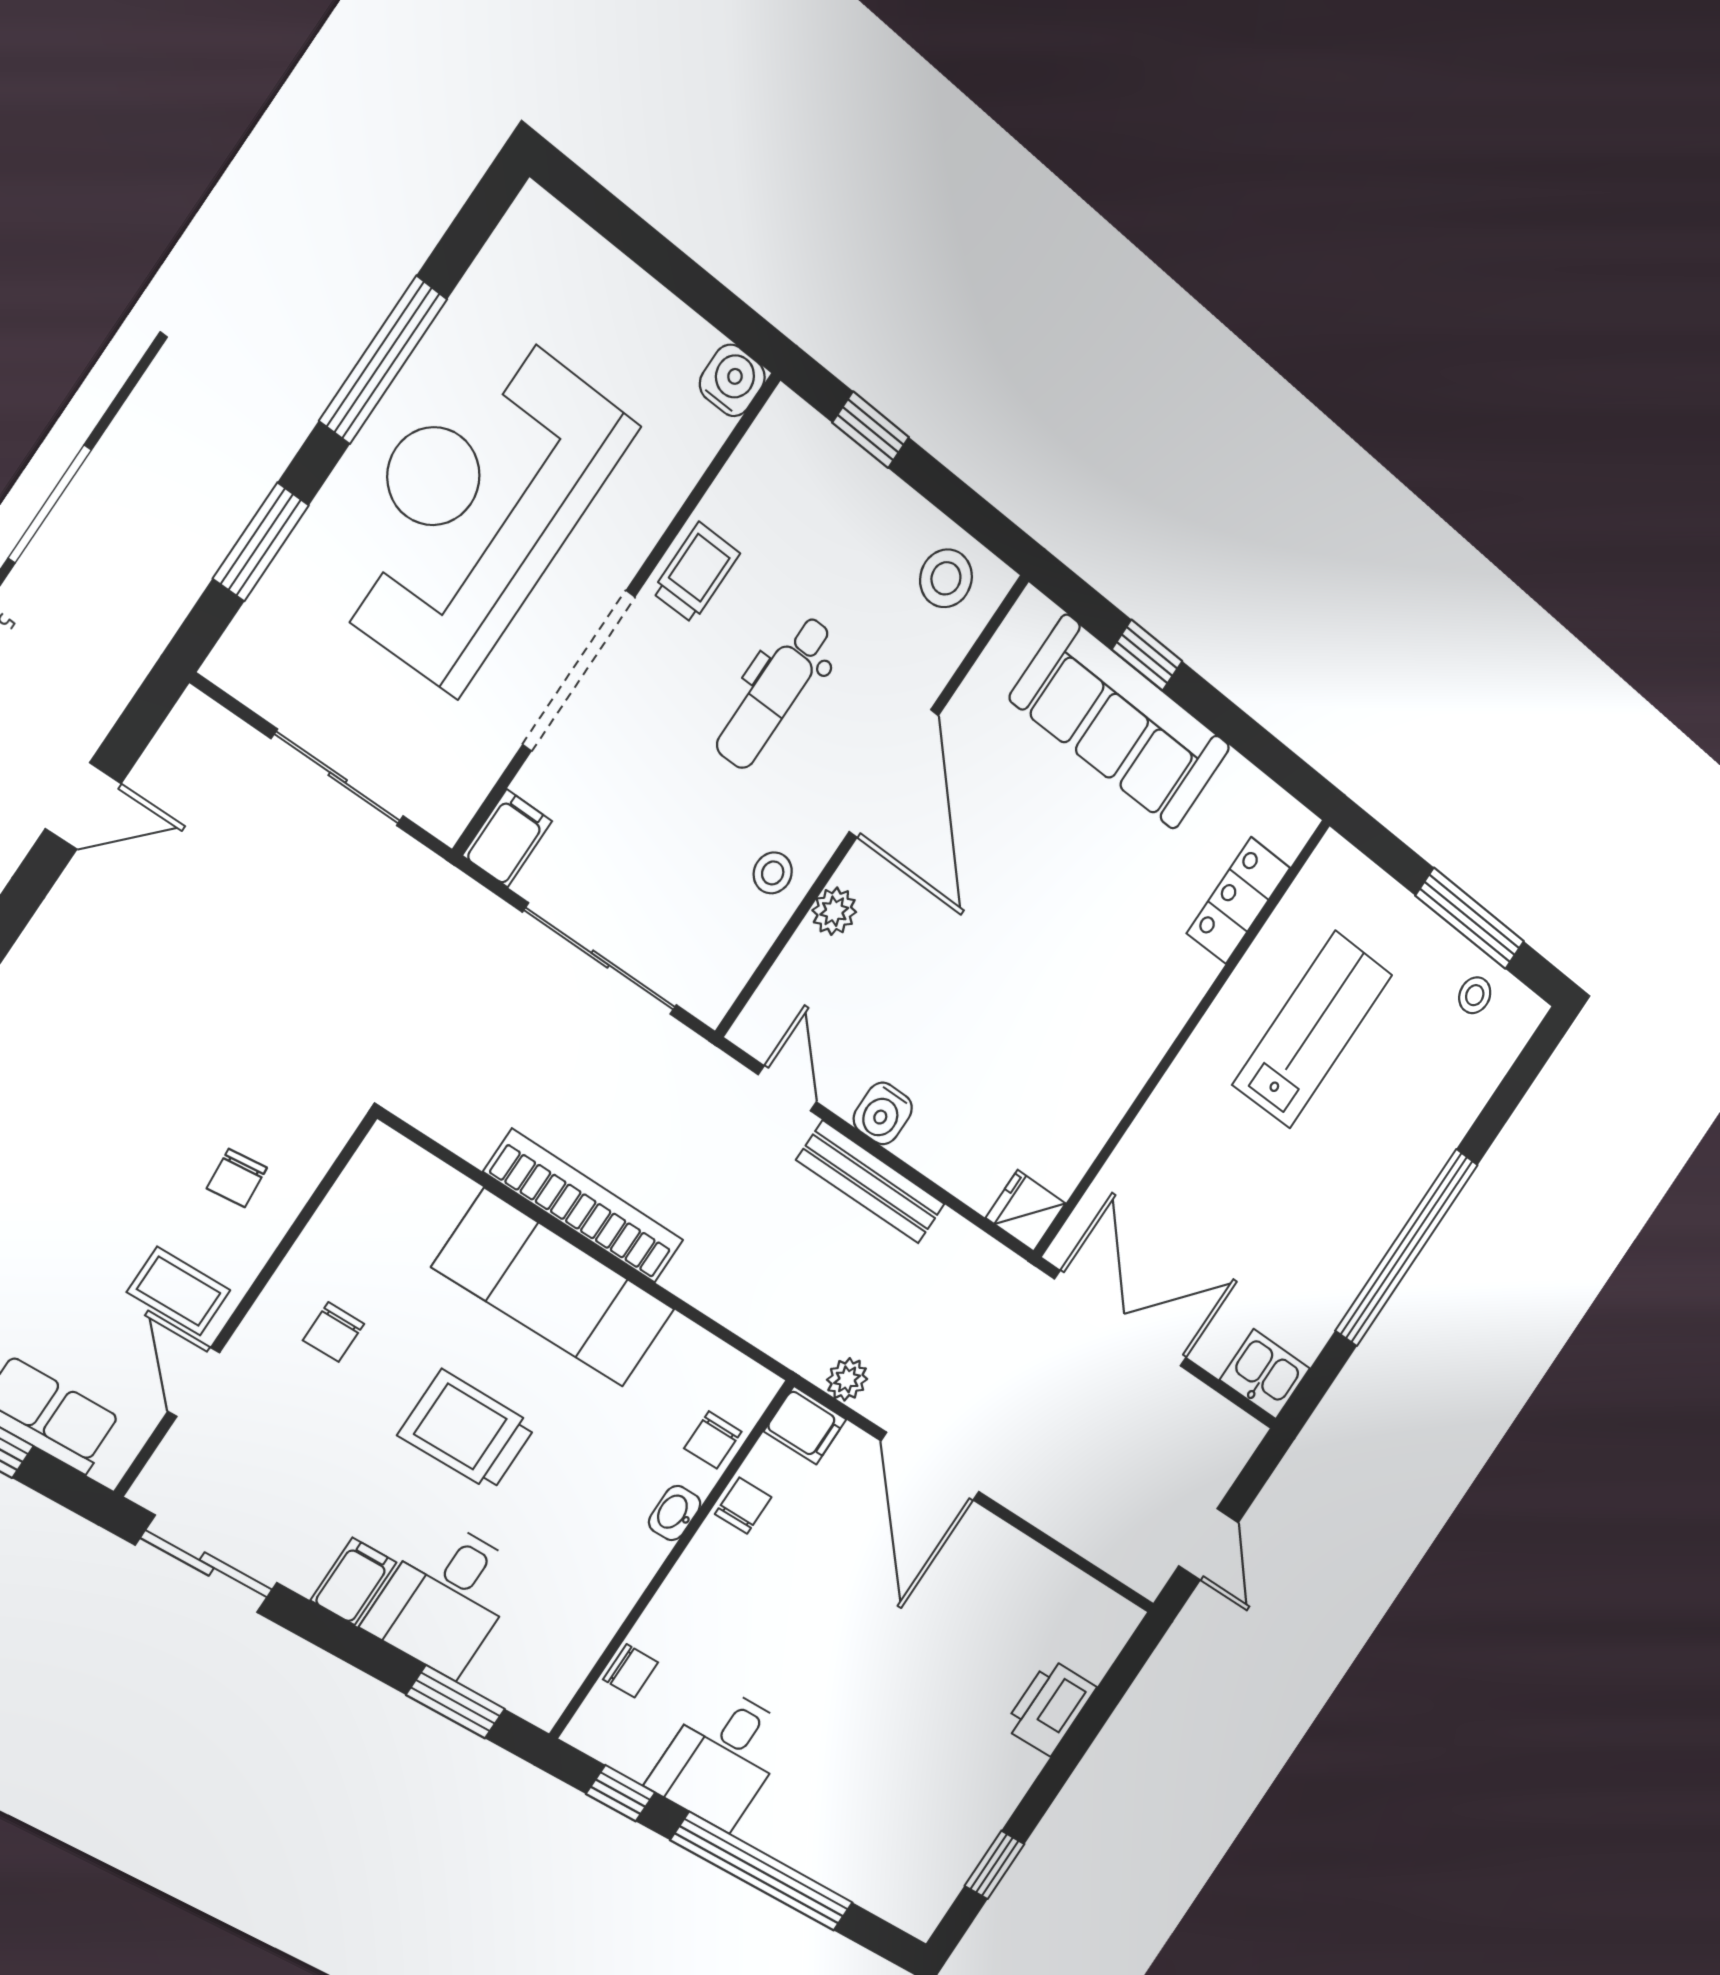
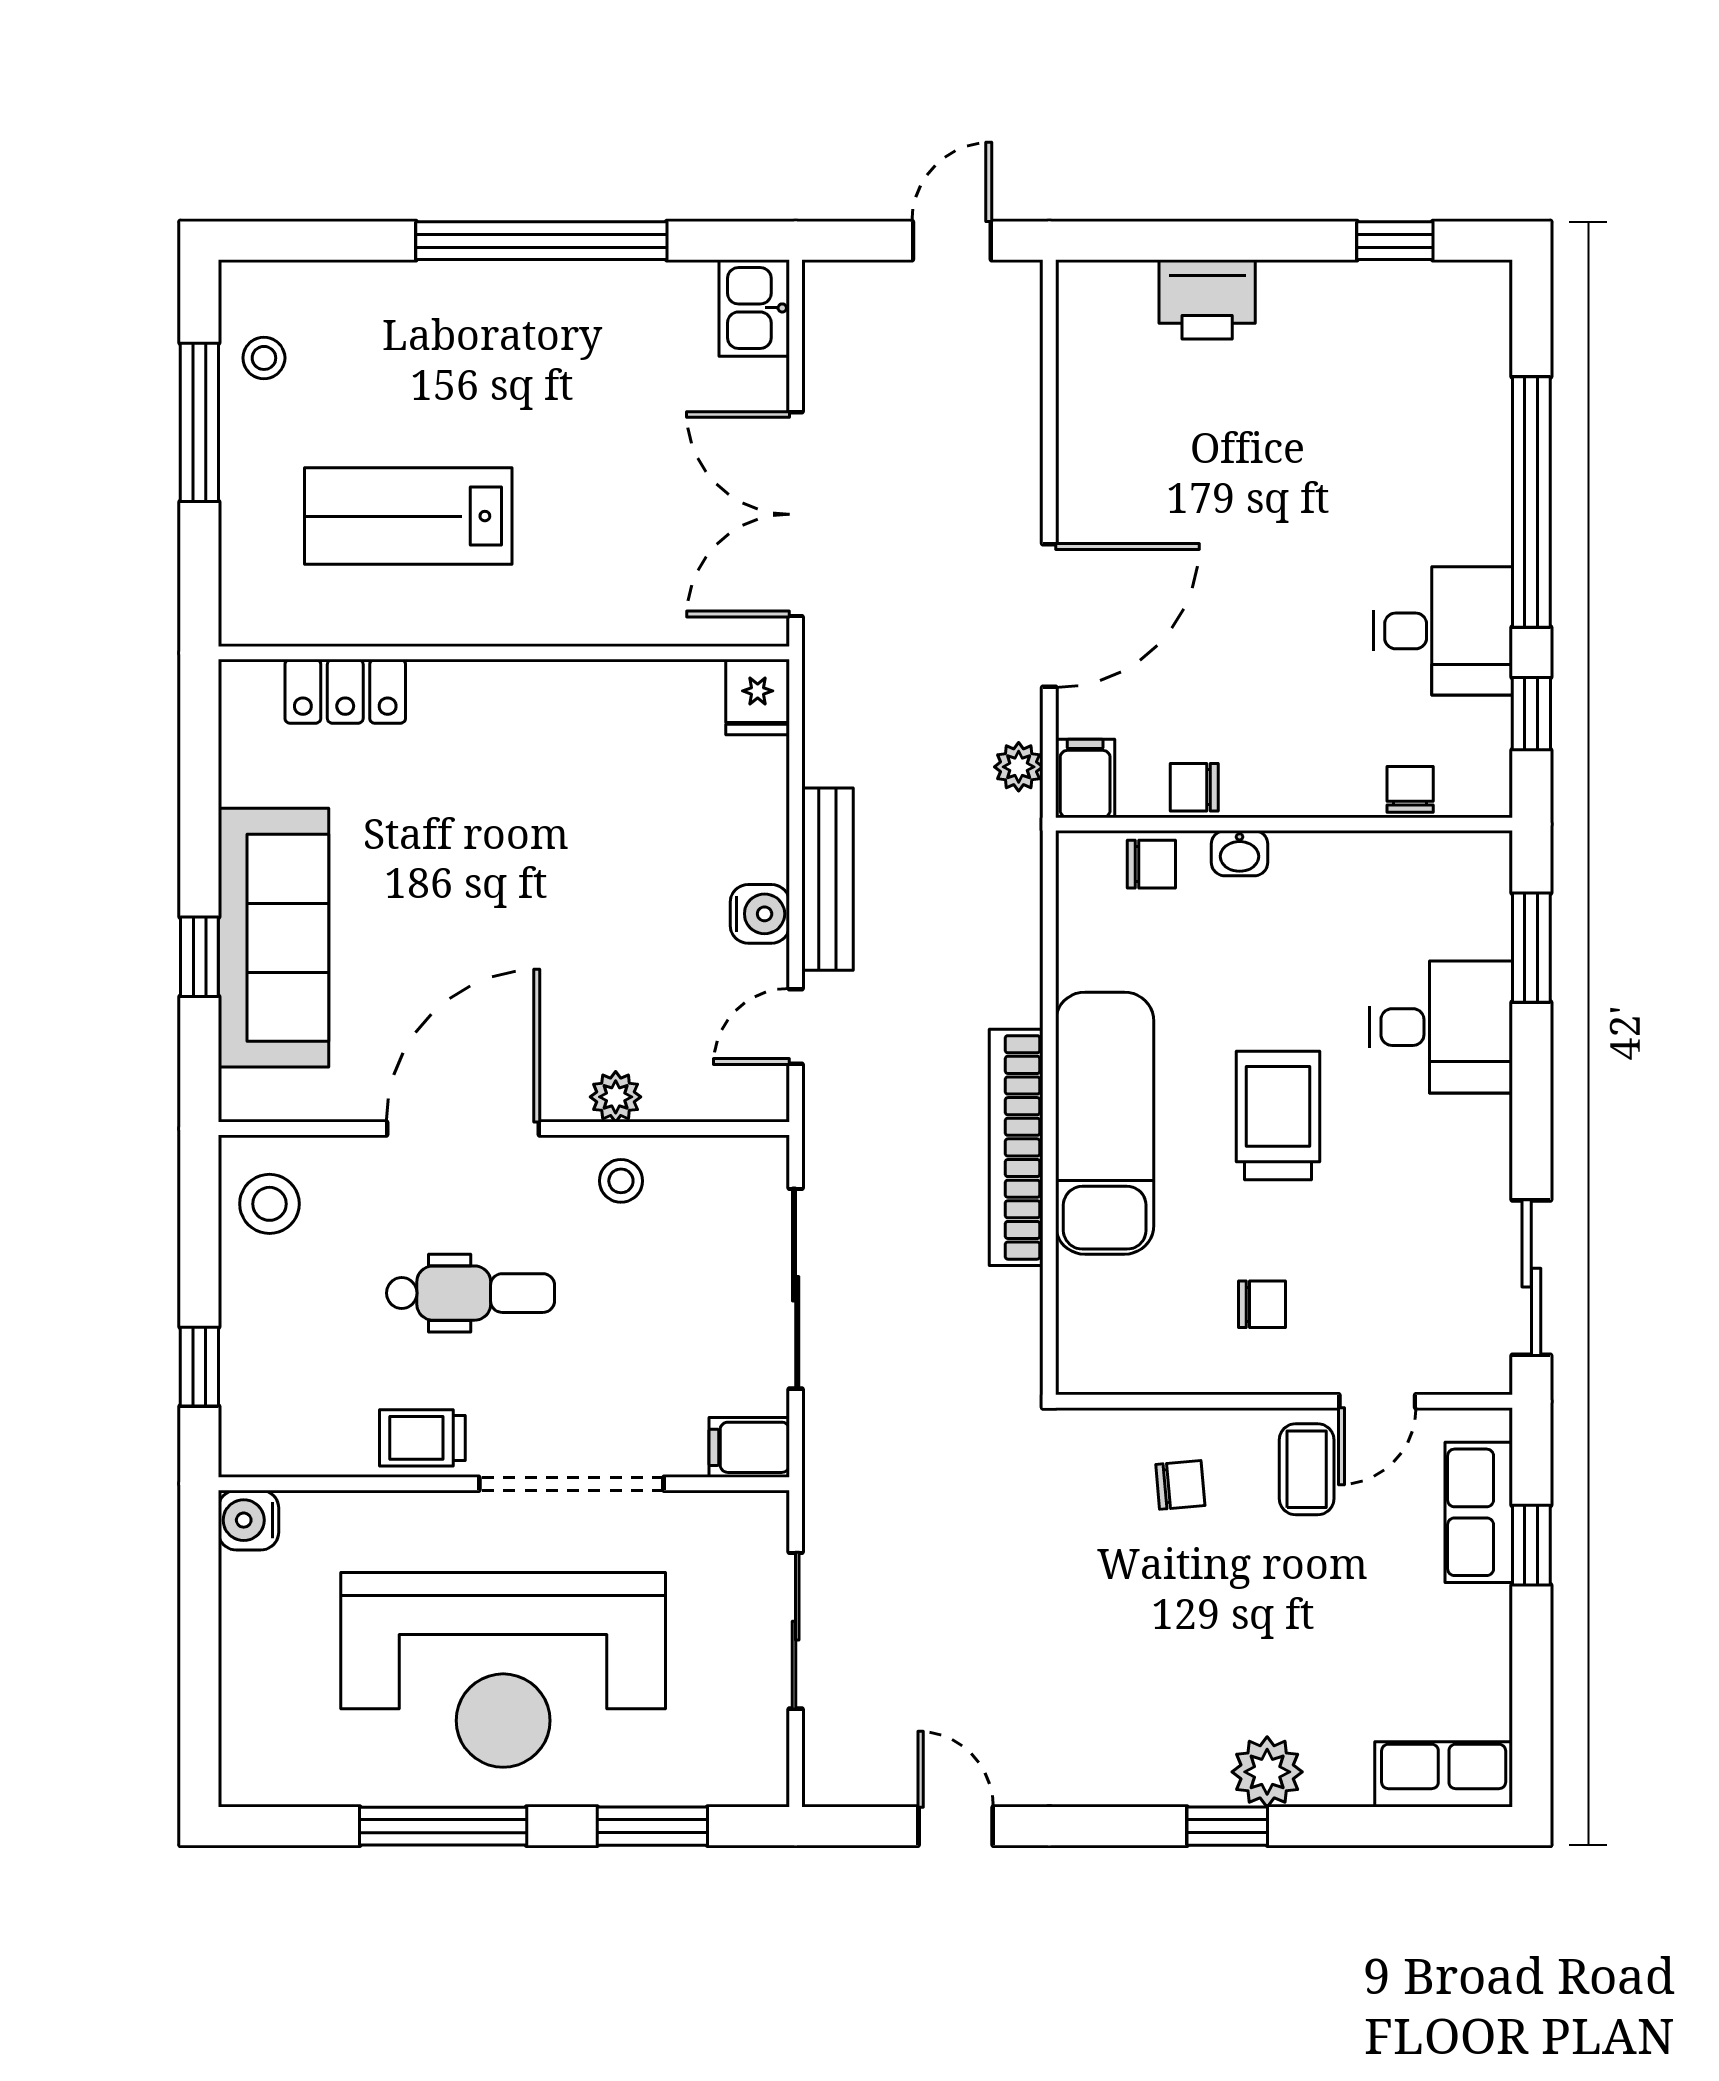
trolley: (467, 1431) -> (1278, 1115), turned 180
filing cabinet: (353, 1581) -> (1473, 1128), removed

